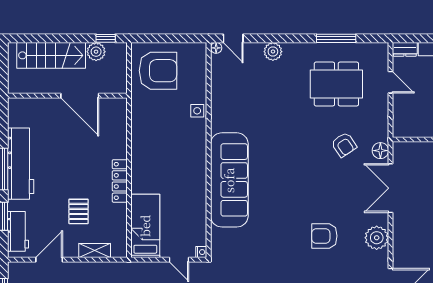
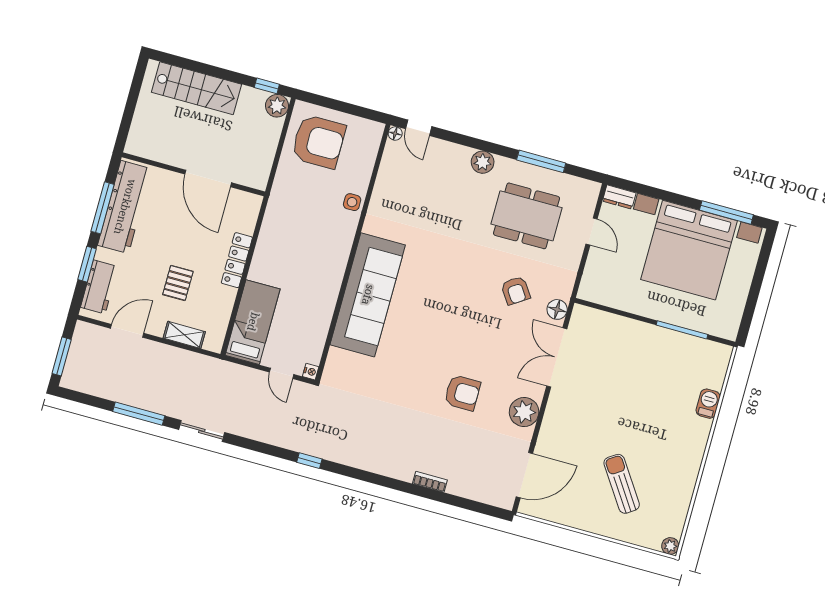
plant: (96, 52) -> (277, 106), moved
plant: (273, 52) -> (483, 162), moved
wall: (67, 96) -> (193, 174), moved
door: (80, 96) -> (208, 178), moved
armchair: (324, 236) -> (462, 393), turned 180

